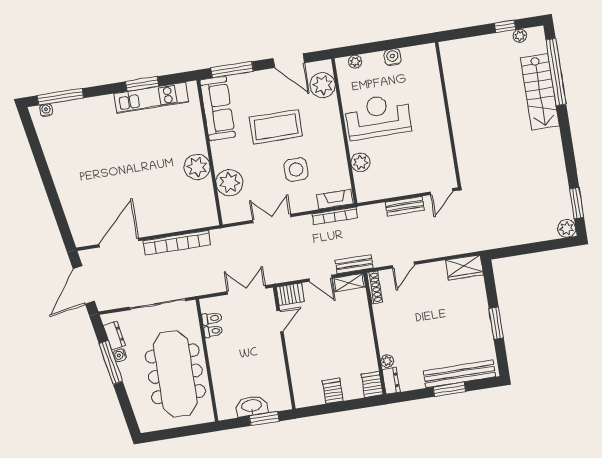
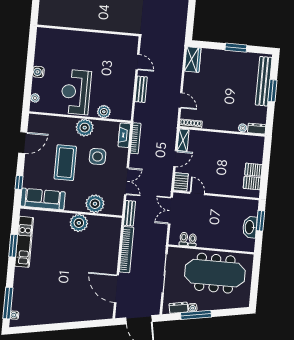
window: (232, 70) -> (19, 182), width x0.46
plant: (323, 85) -> (85, 128), moved
wall: (448, 115) -> (88, 30), moved
double door: (272, 218) -> (126, 181), swing flipped
bench: (354, 264) -> (129, 213), moved
server rack: (372, 384) -> (252, 183), moved

